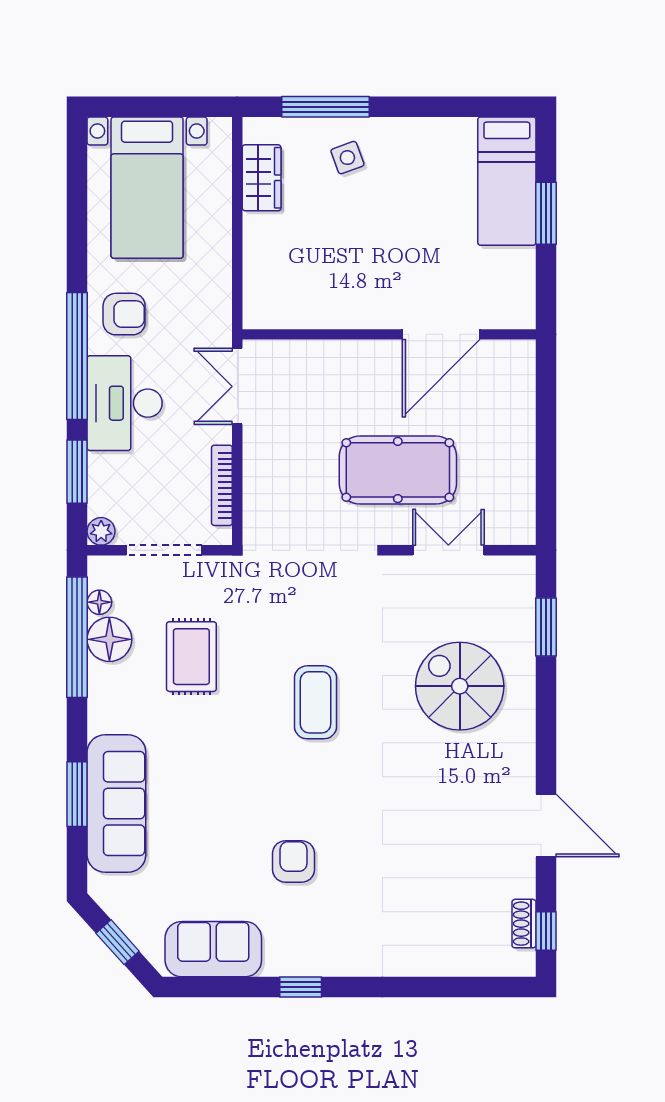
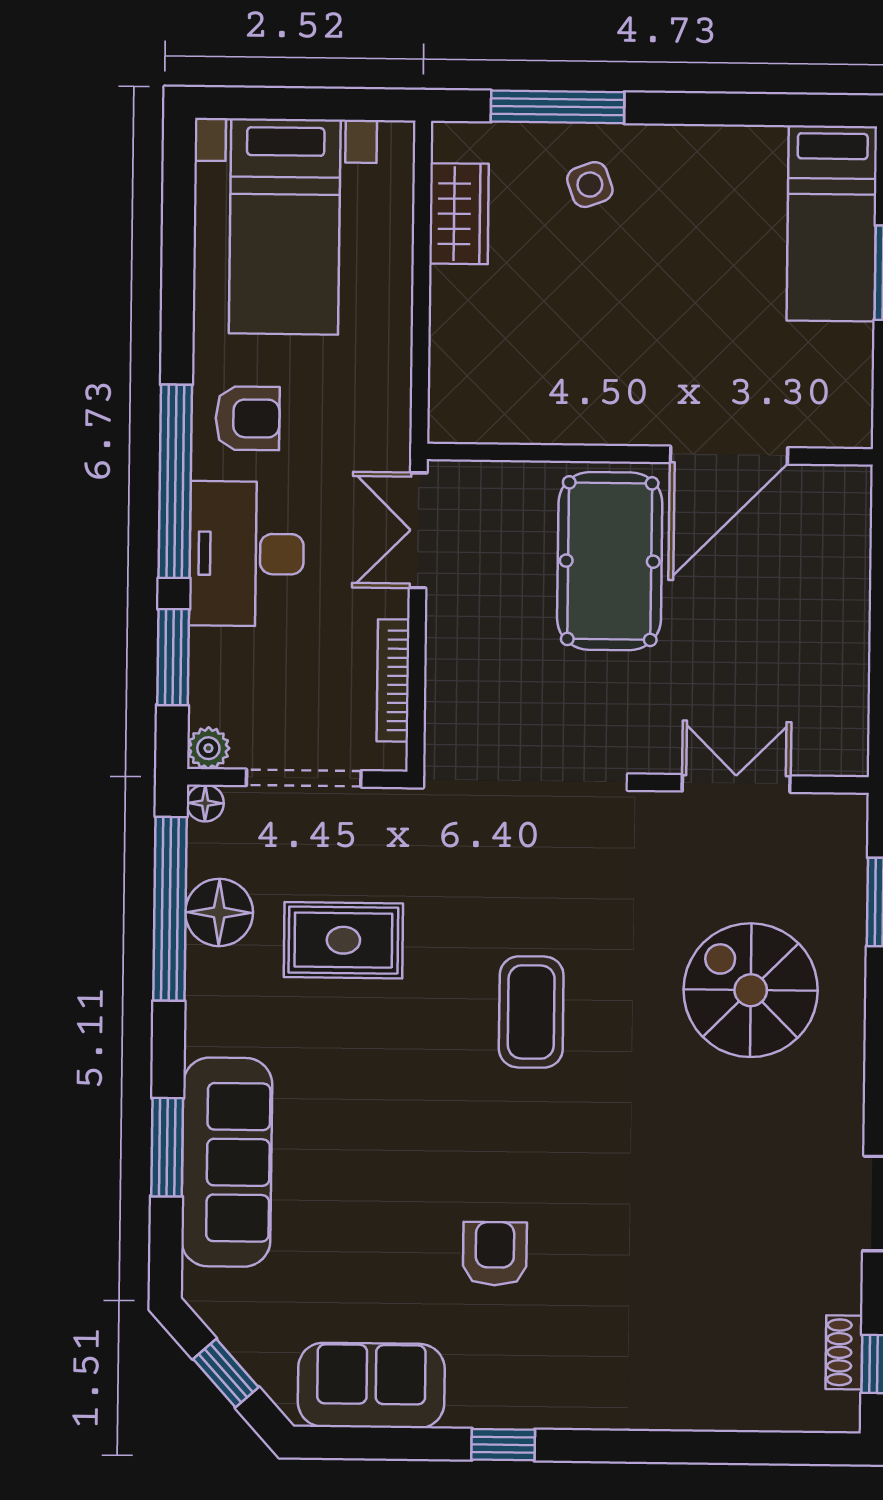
pool table: (398, 470) -> (610, 561), moved, turned 90
floor lamp: (99, 602) -> (205, 803), moved
rug: (191, 657) -> (343, 940), turned 90

